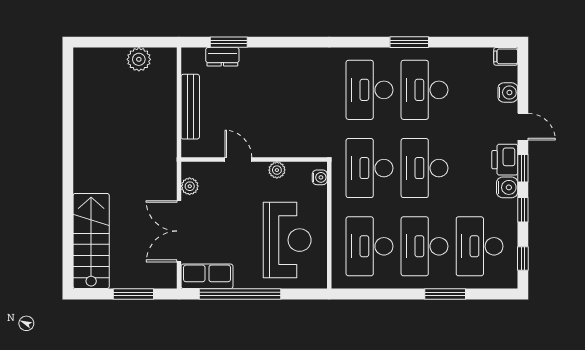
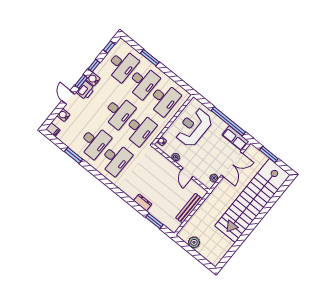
window: (409, 42) -> (74, 155), moved
dresser: (222, 57) -> (143, 202), moved
stairs: (91, 241) -> (252, 201), width x1.86, depth x1.51

